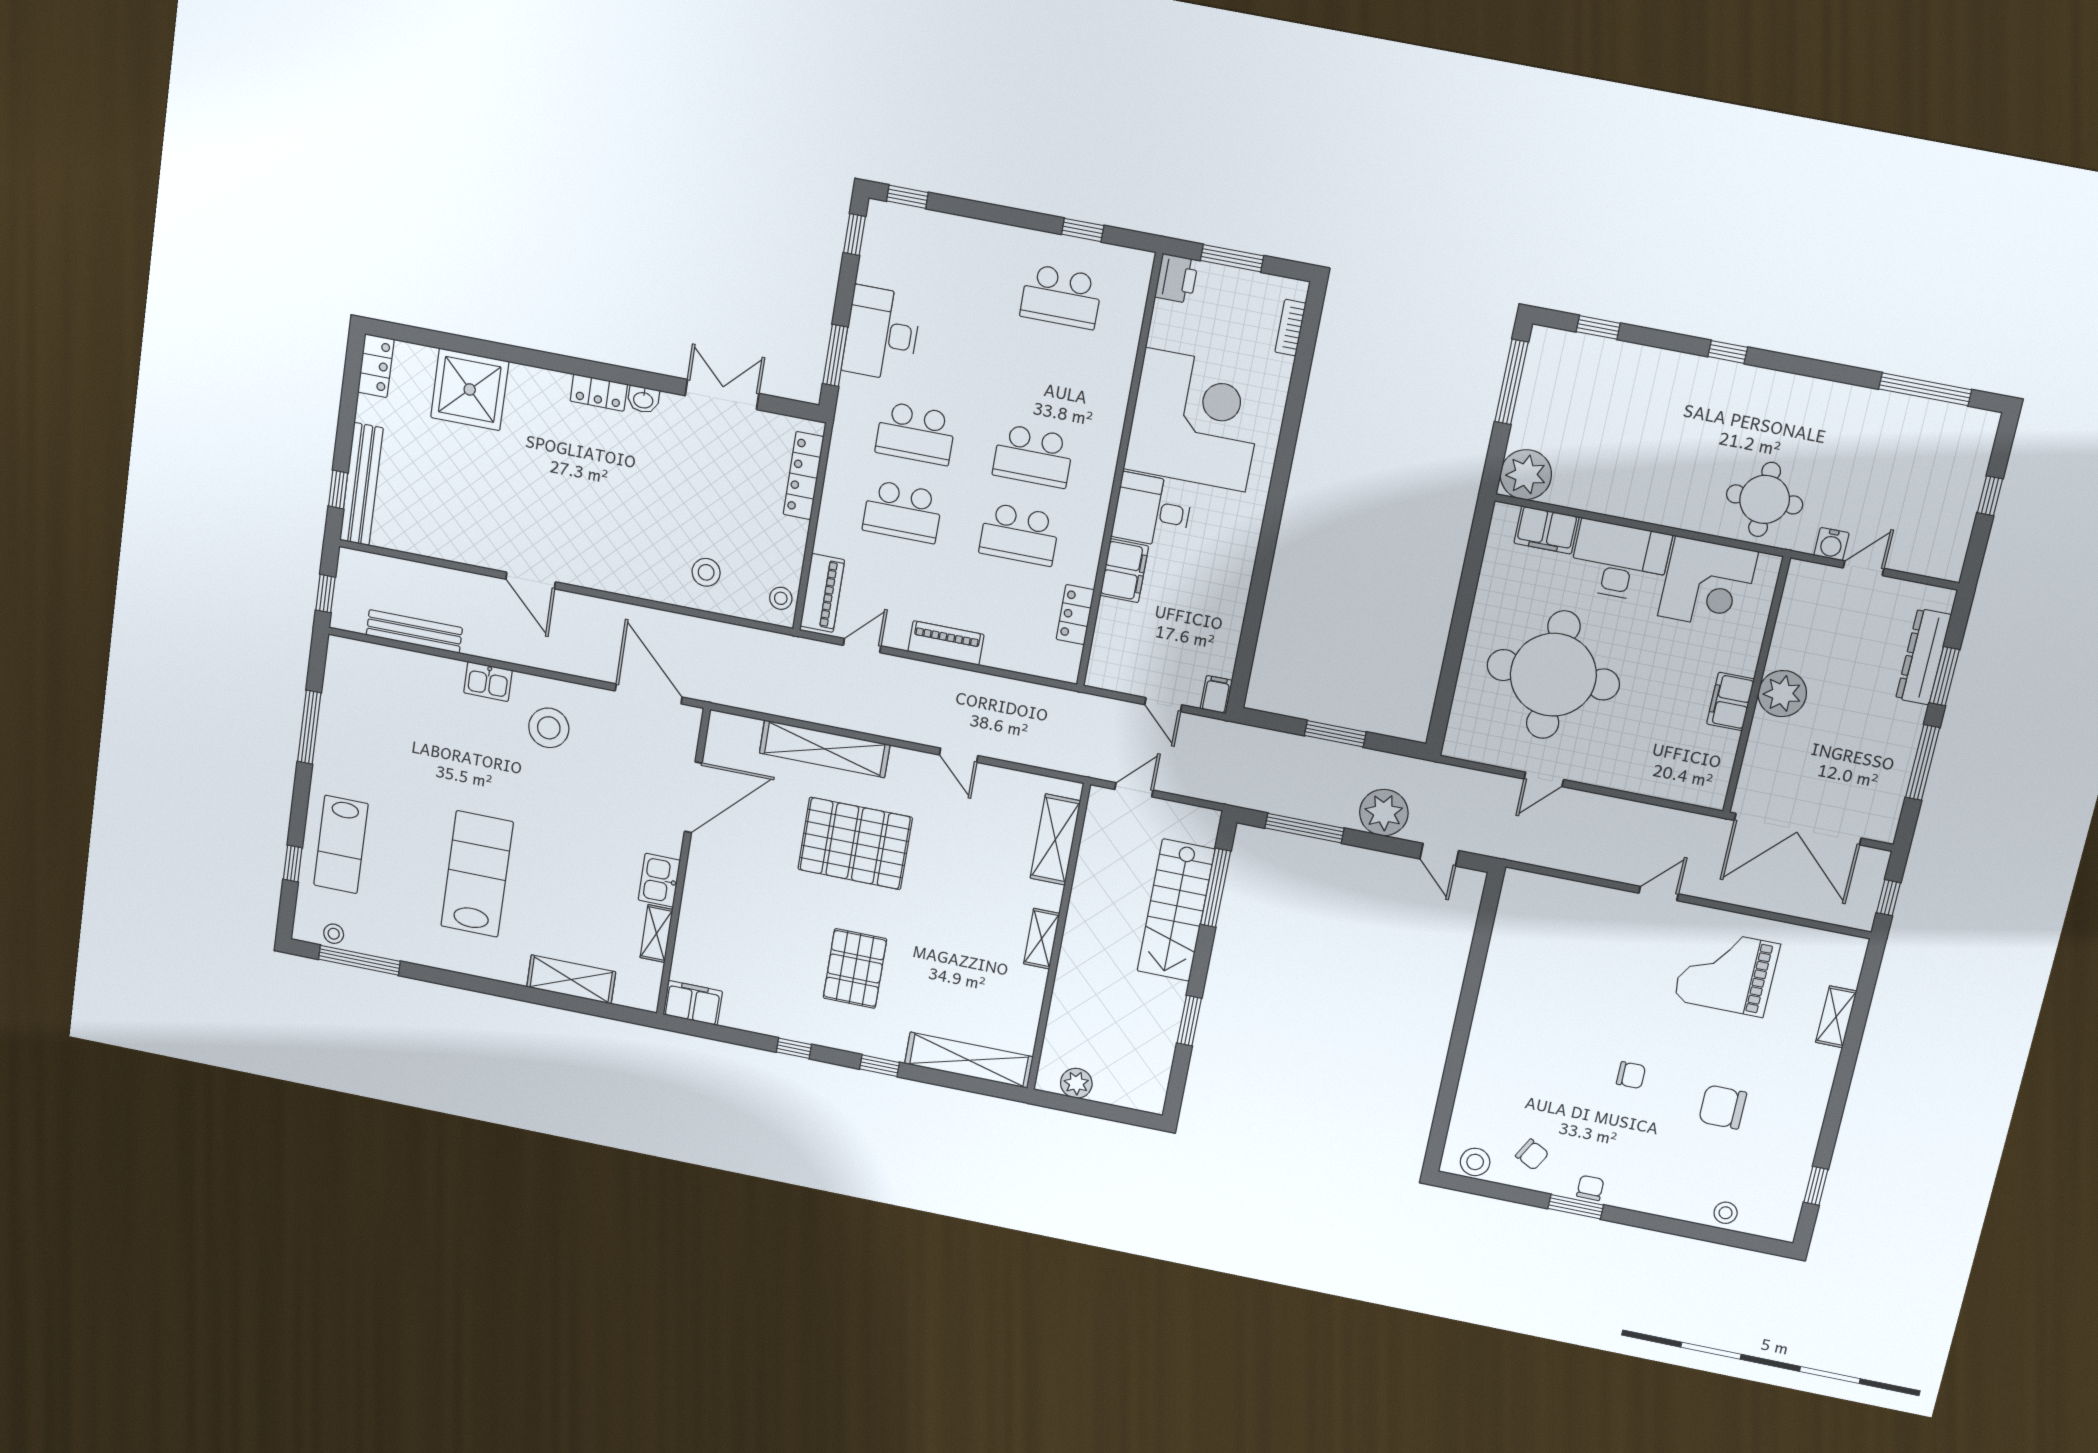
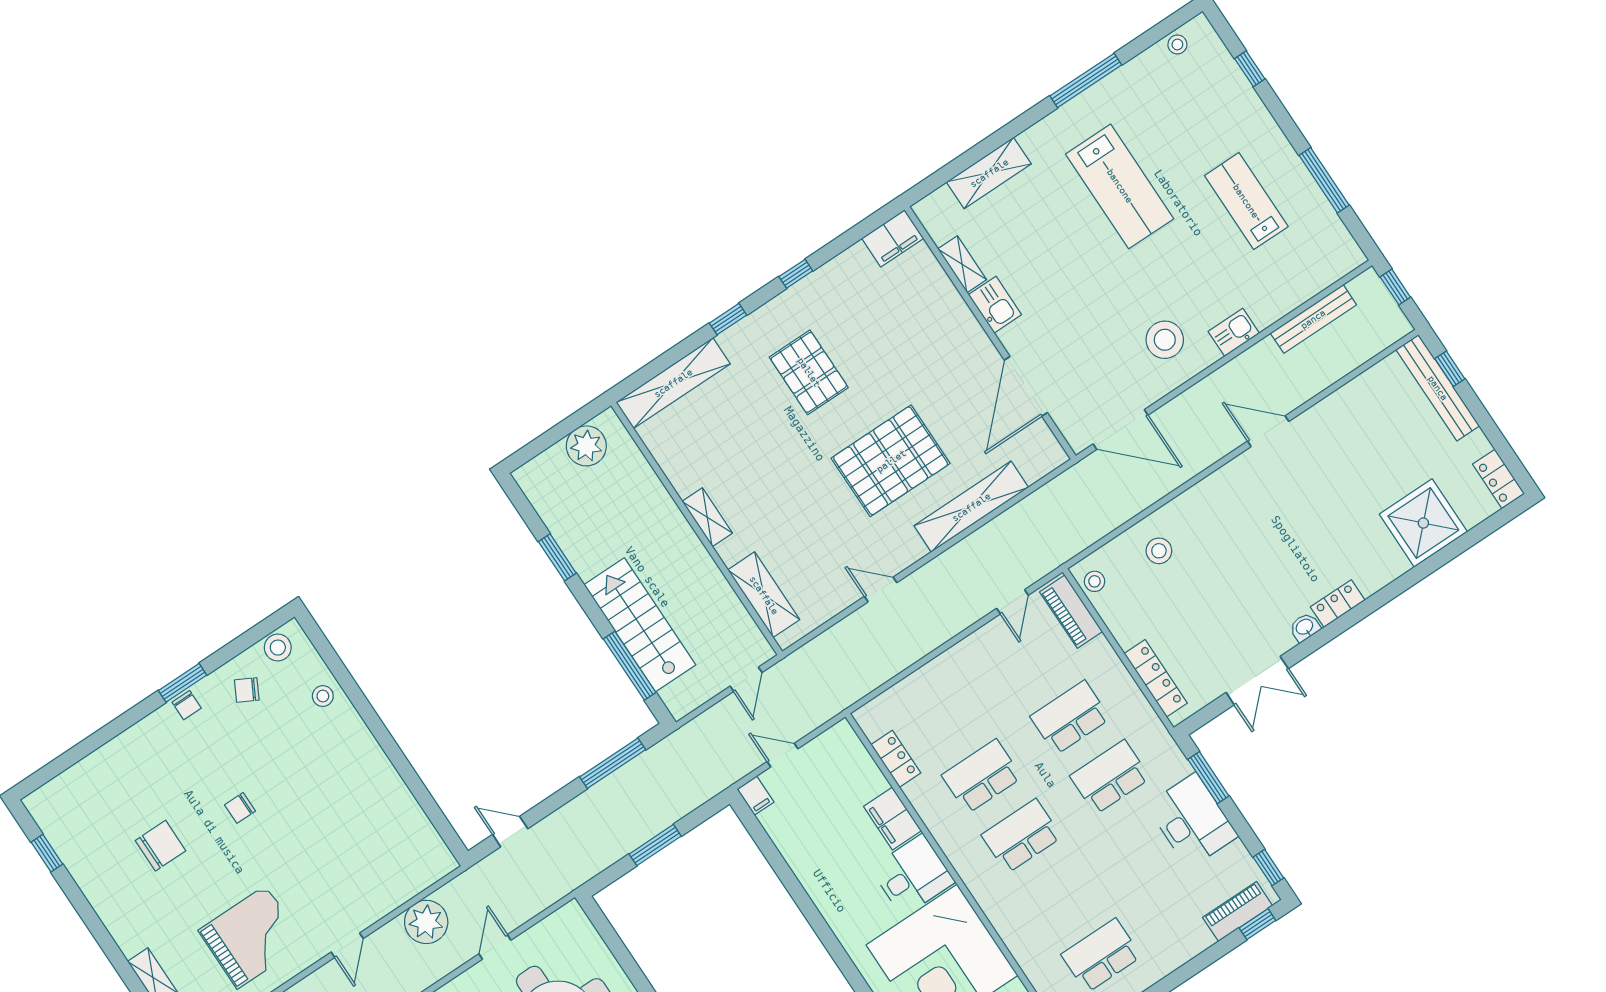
piano: (946, 643) -> (1238, 912), moved, turned 180
plant: (1384, 813) -> (426, 922), moved
lab bench: (341, 844) -> (1246, 201), moved
window: (359, 960) -> (1086, 80), moved
plant: (1076, 1083) -> (586, 446), width x1.36, depth x1.36
stool: (1726, 1213) -> (323, 696), moved

